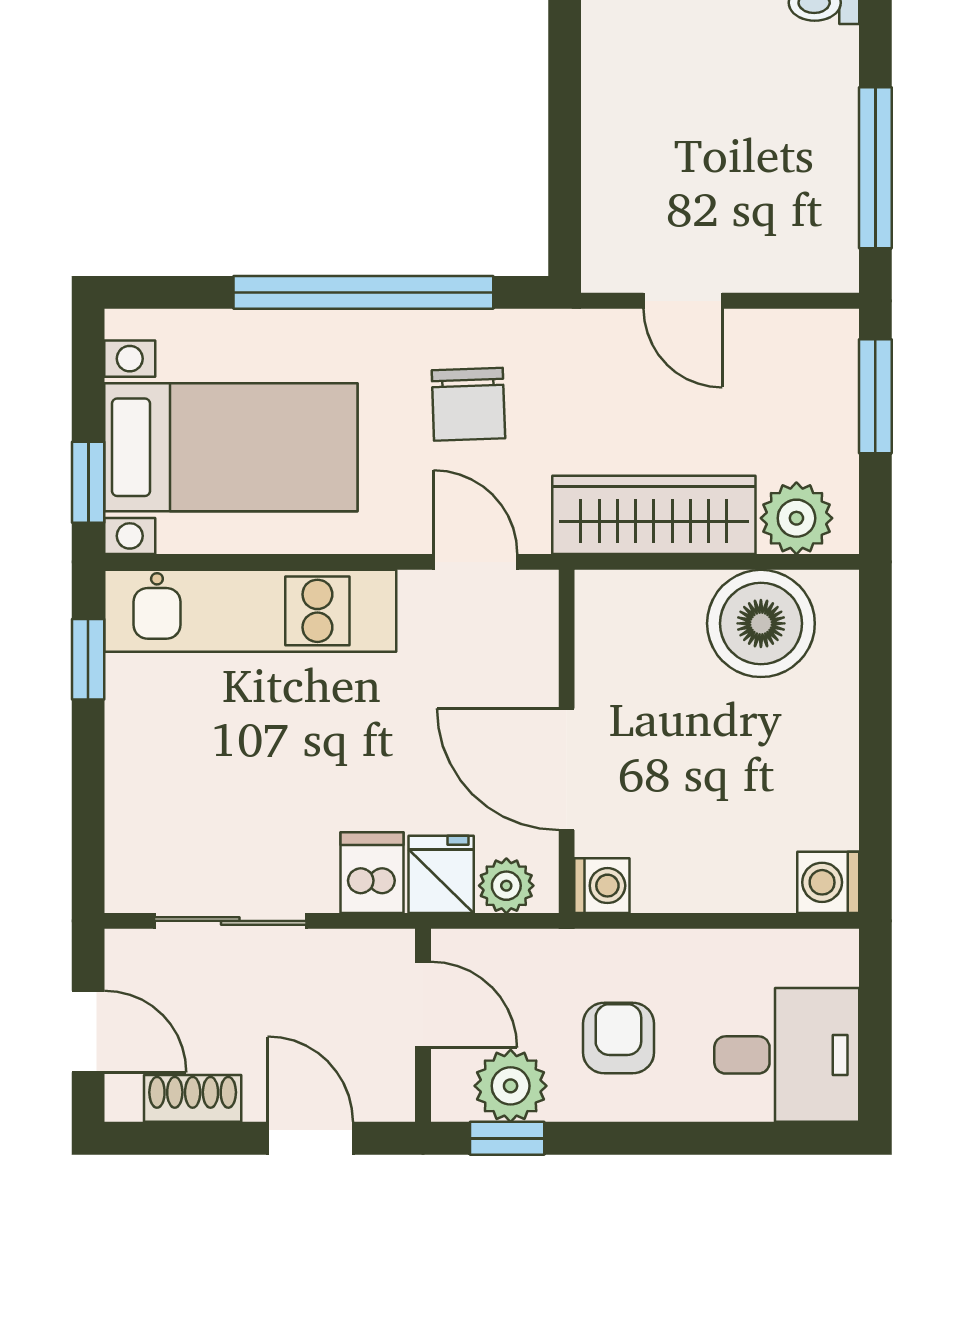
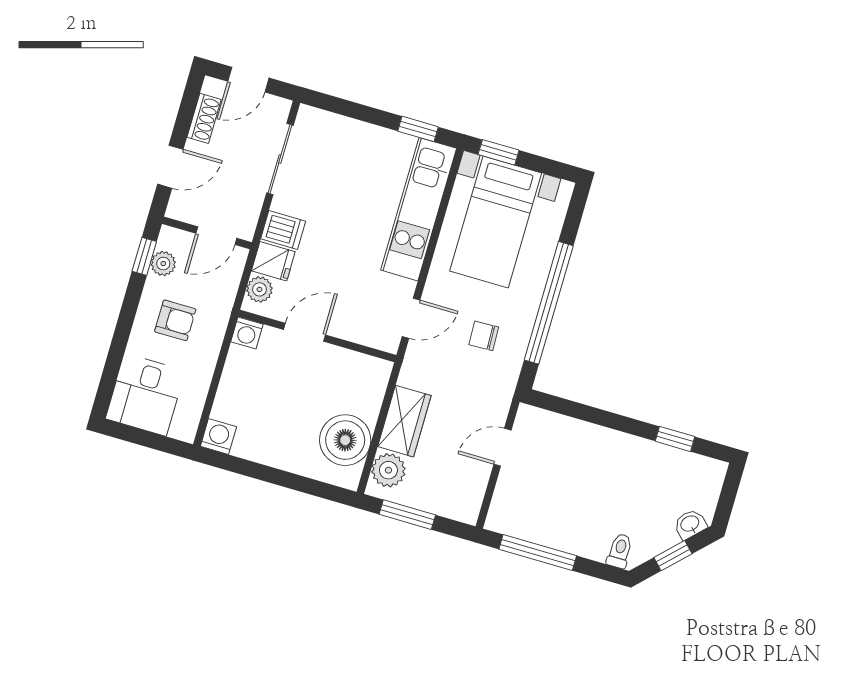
window: (875, 396) -> (407, 515), moved
chair: (468, 404) -> (484, 336), width x0.73, depth x0.73
wardrobe: (654, 515) -> (404, 421), width x0.67
door: (567, 769) -> (304, 332), width x0.73
plant: (511, 1086) -> (163, 264), width x0.73, depth x0.73

